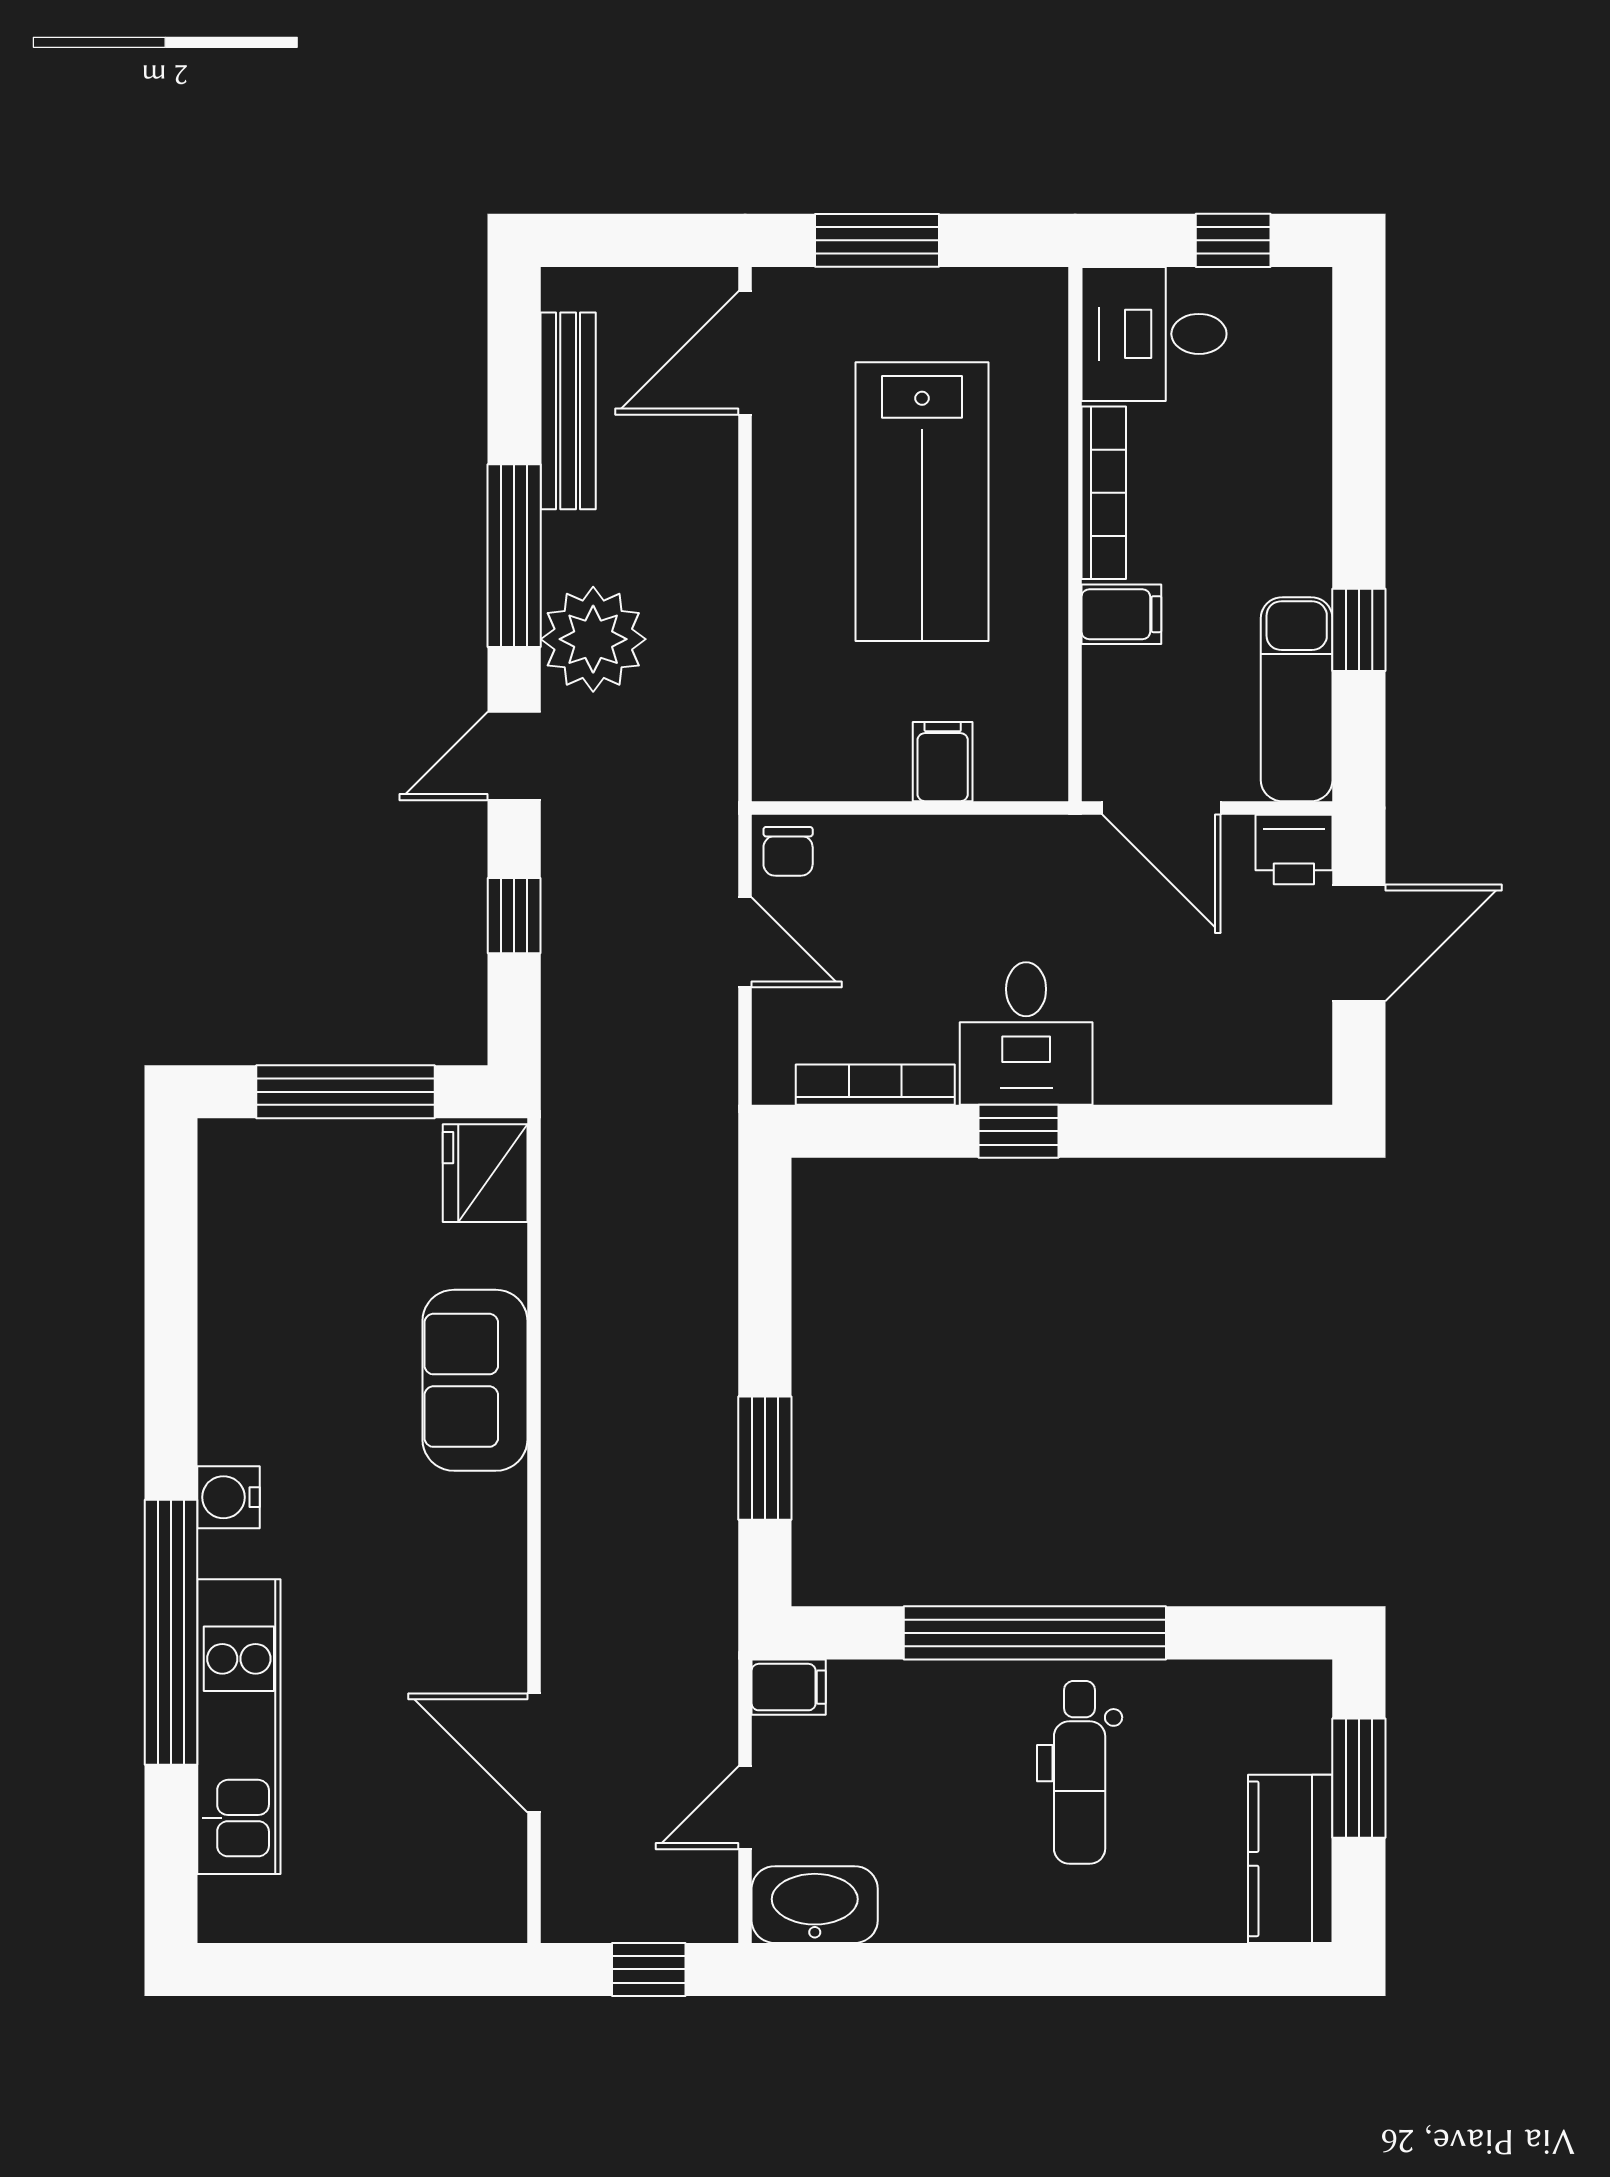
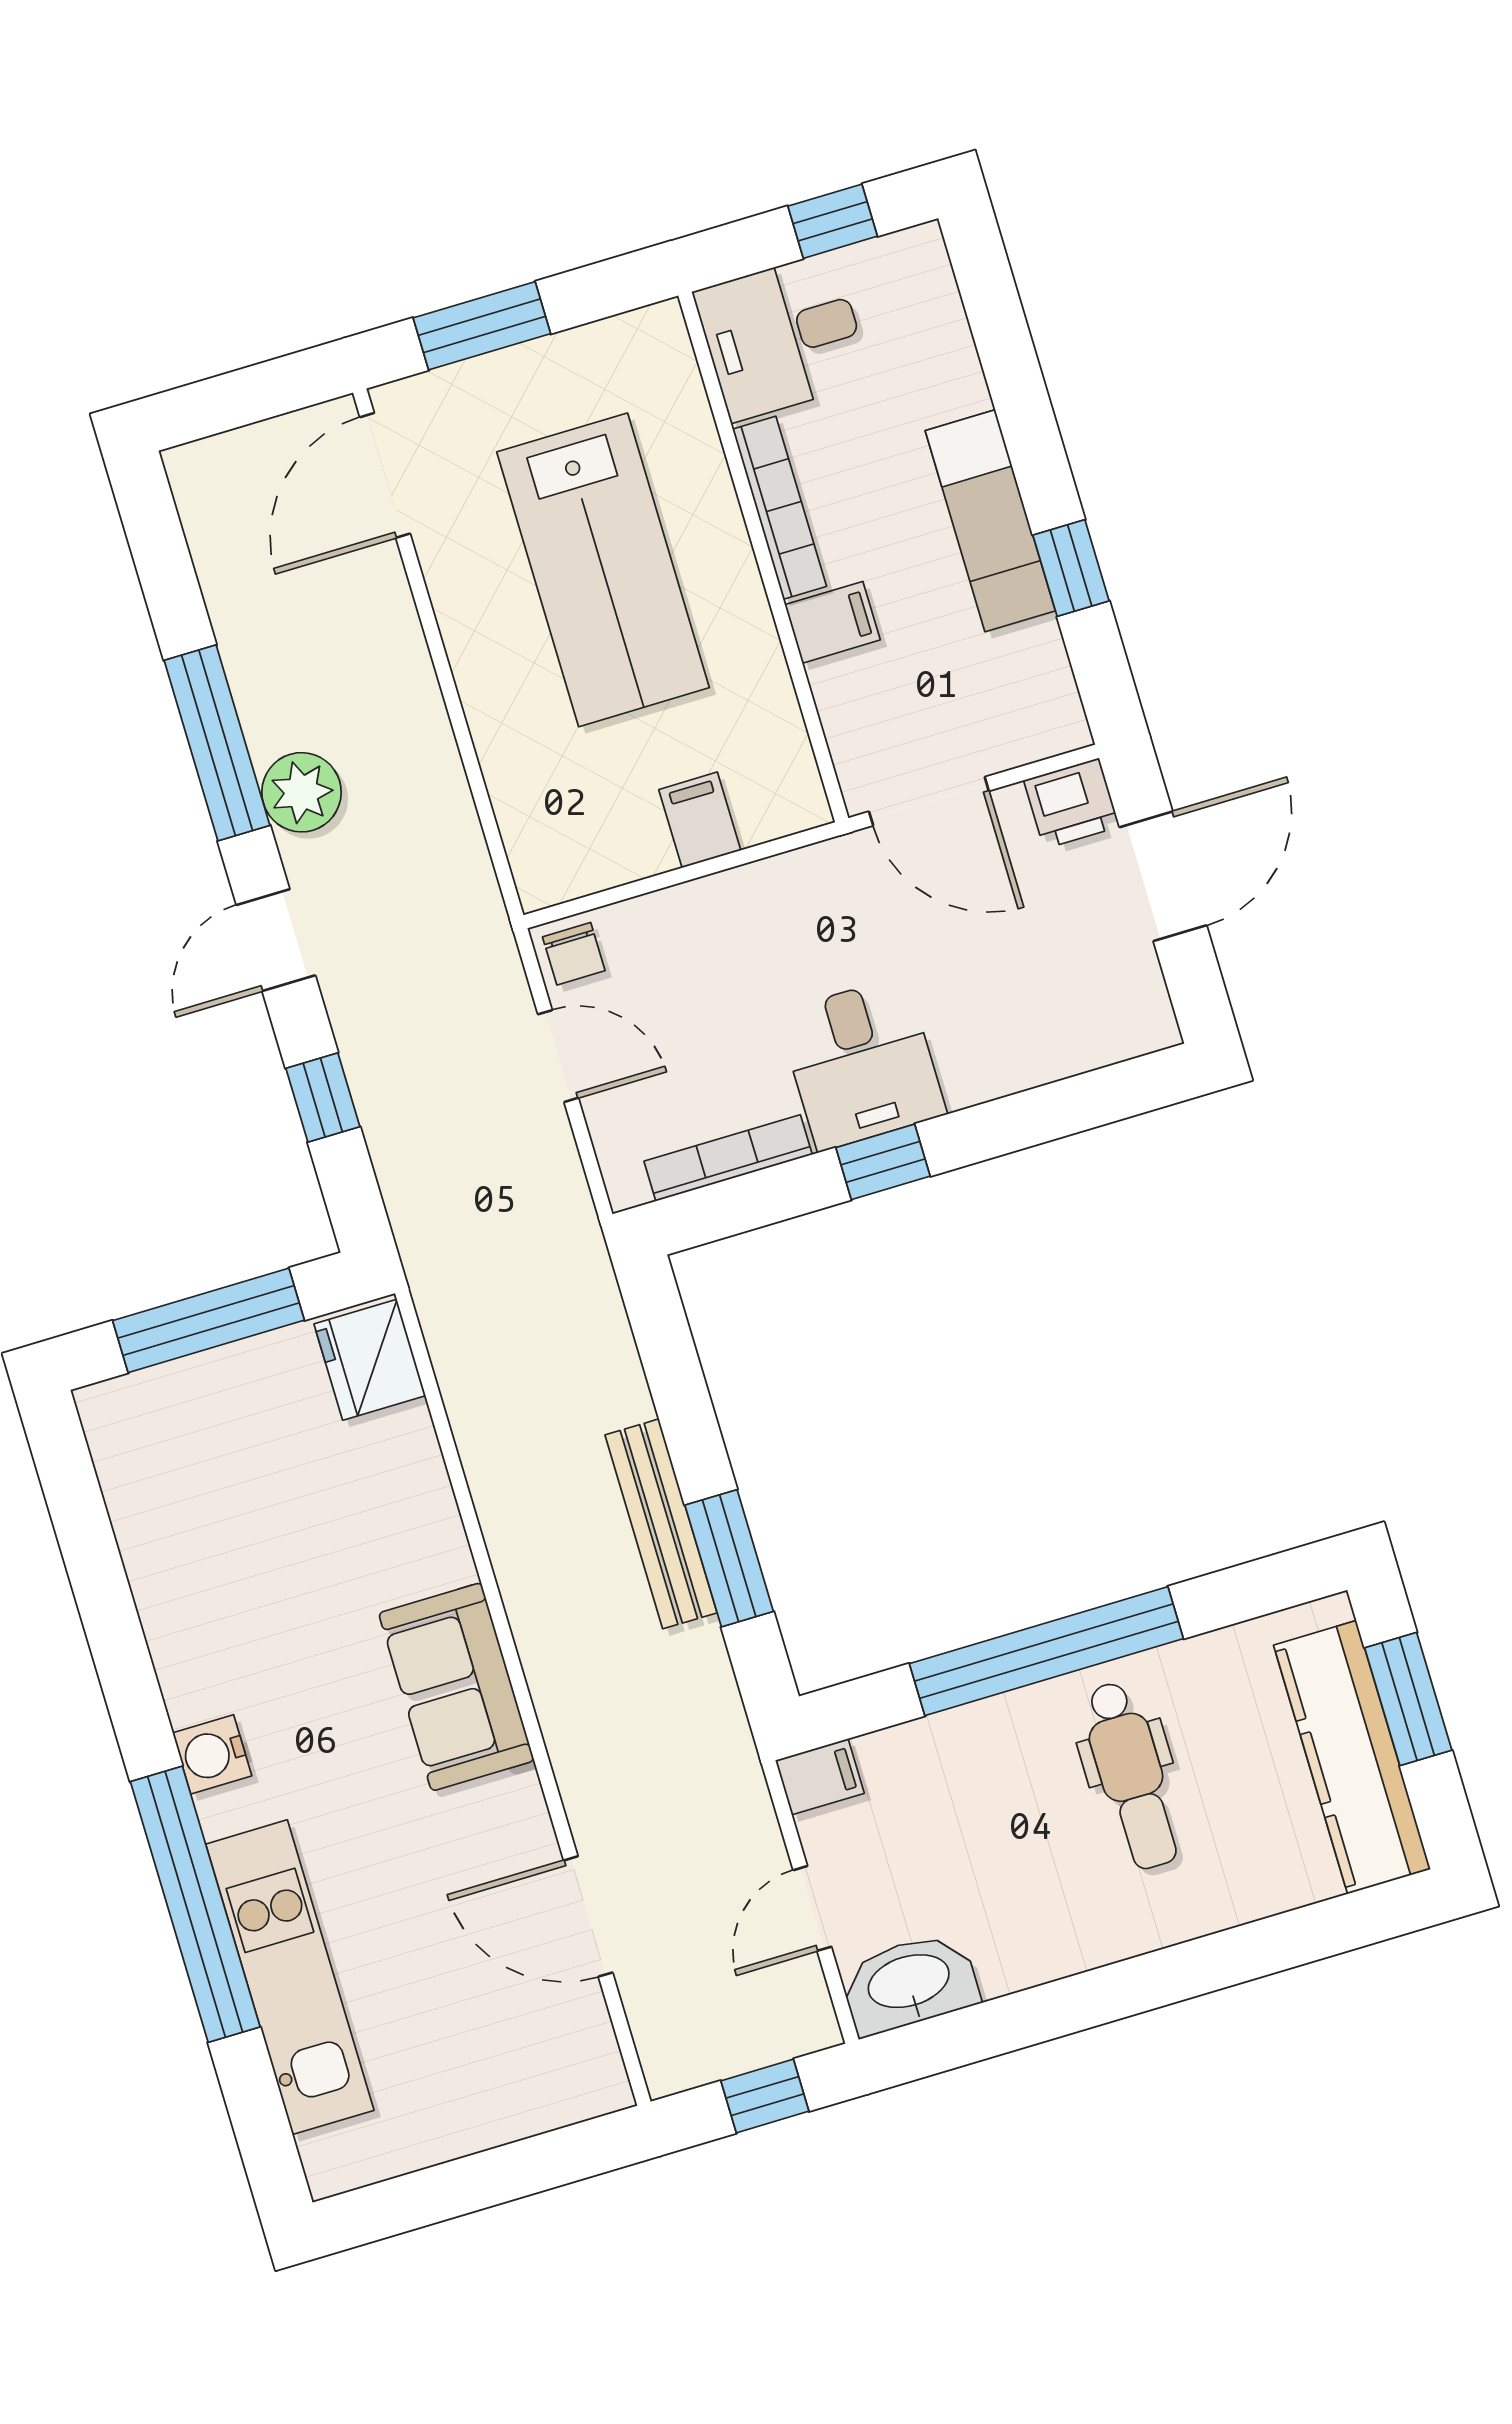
bench: (568, 411) -> (661, 1524), moved
plant: (593, 639) -> (302, 792), width x0.73, depth x0.73
exam couch: (1297, 699) -> (990, 521), moved
sofa: (475, 1380) -> (456, 1687), moved
kitchen counter: (1290, 1859) -> (1352, 1757), width x1.50

